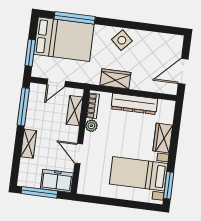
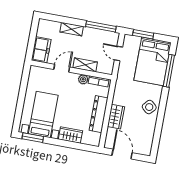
wardrobe: (115, 79) -> (116, 117), moved
shelving: (75, 111) -> (85, 65), moved
window: (39, 192) -> (33, 36), removed

